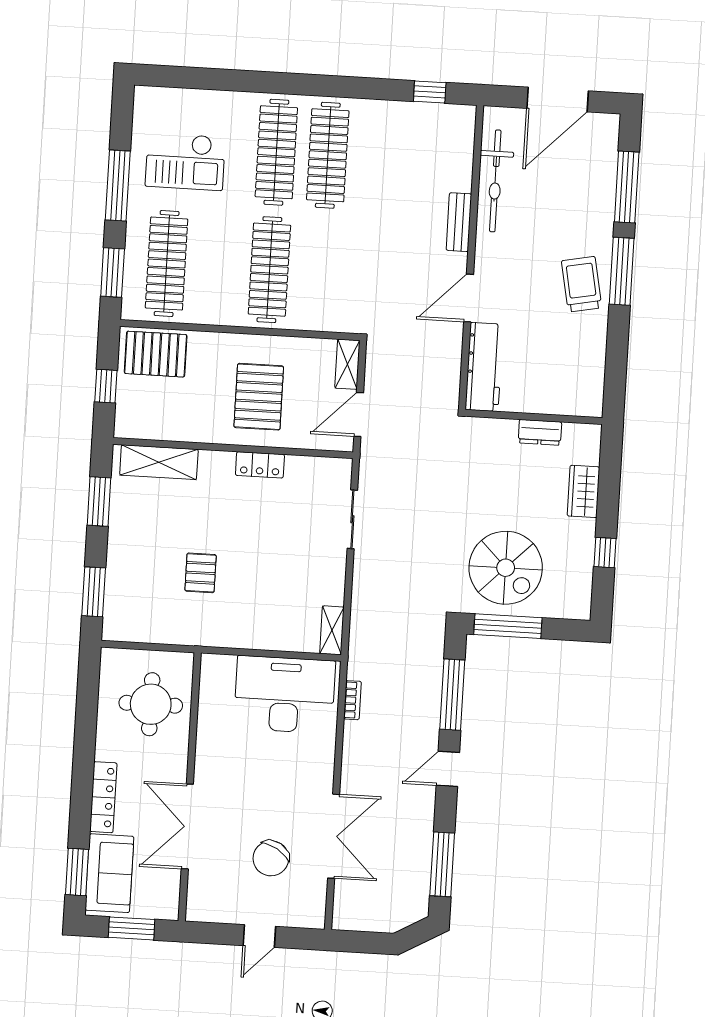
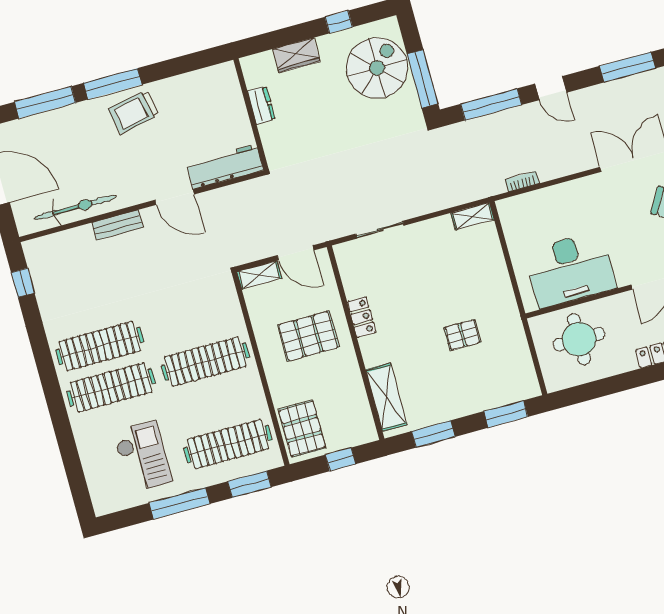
spiral stairs: (506, 568) -> (377, 68), moved
desk: (285, 695) -> (570, 270), moved, turned -90

